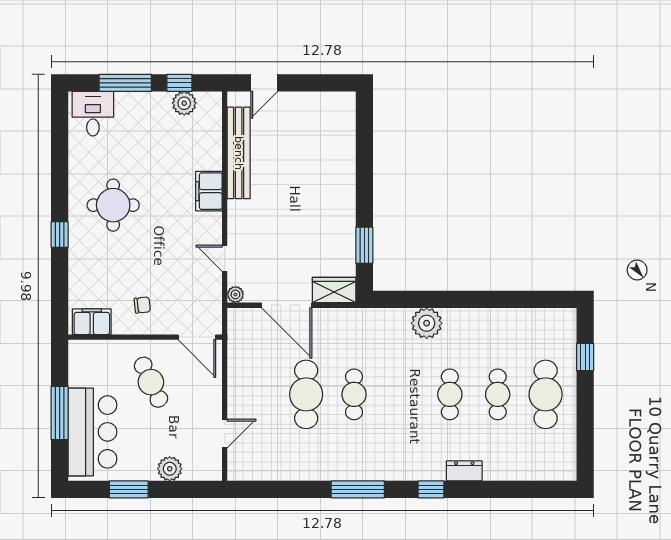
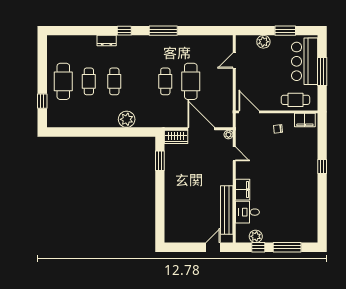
desk: (93, 114) -> (247, 212), moved, turned 90
round table: (113, 205) -> (294, 182), removed
cafe table: (151, 382) -> (295, 100), moved, turned -65

